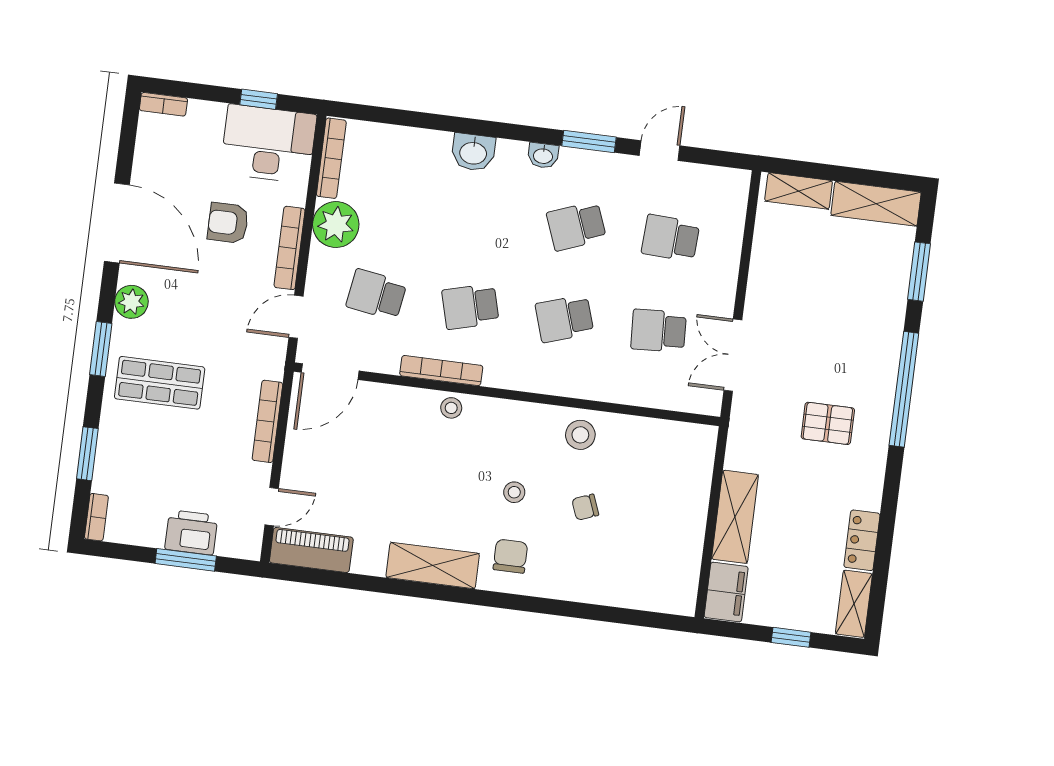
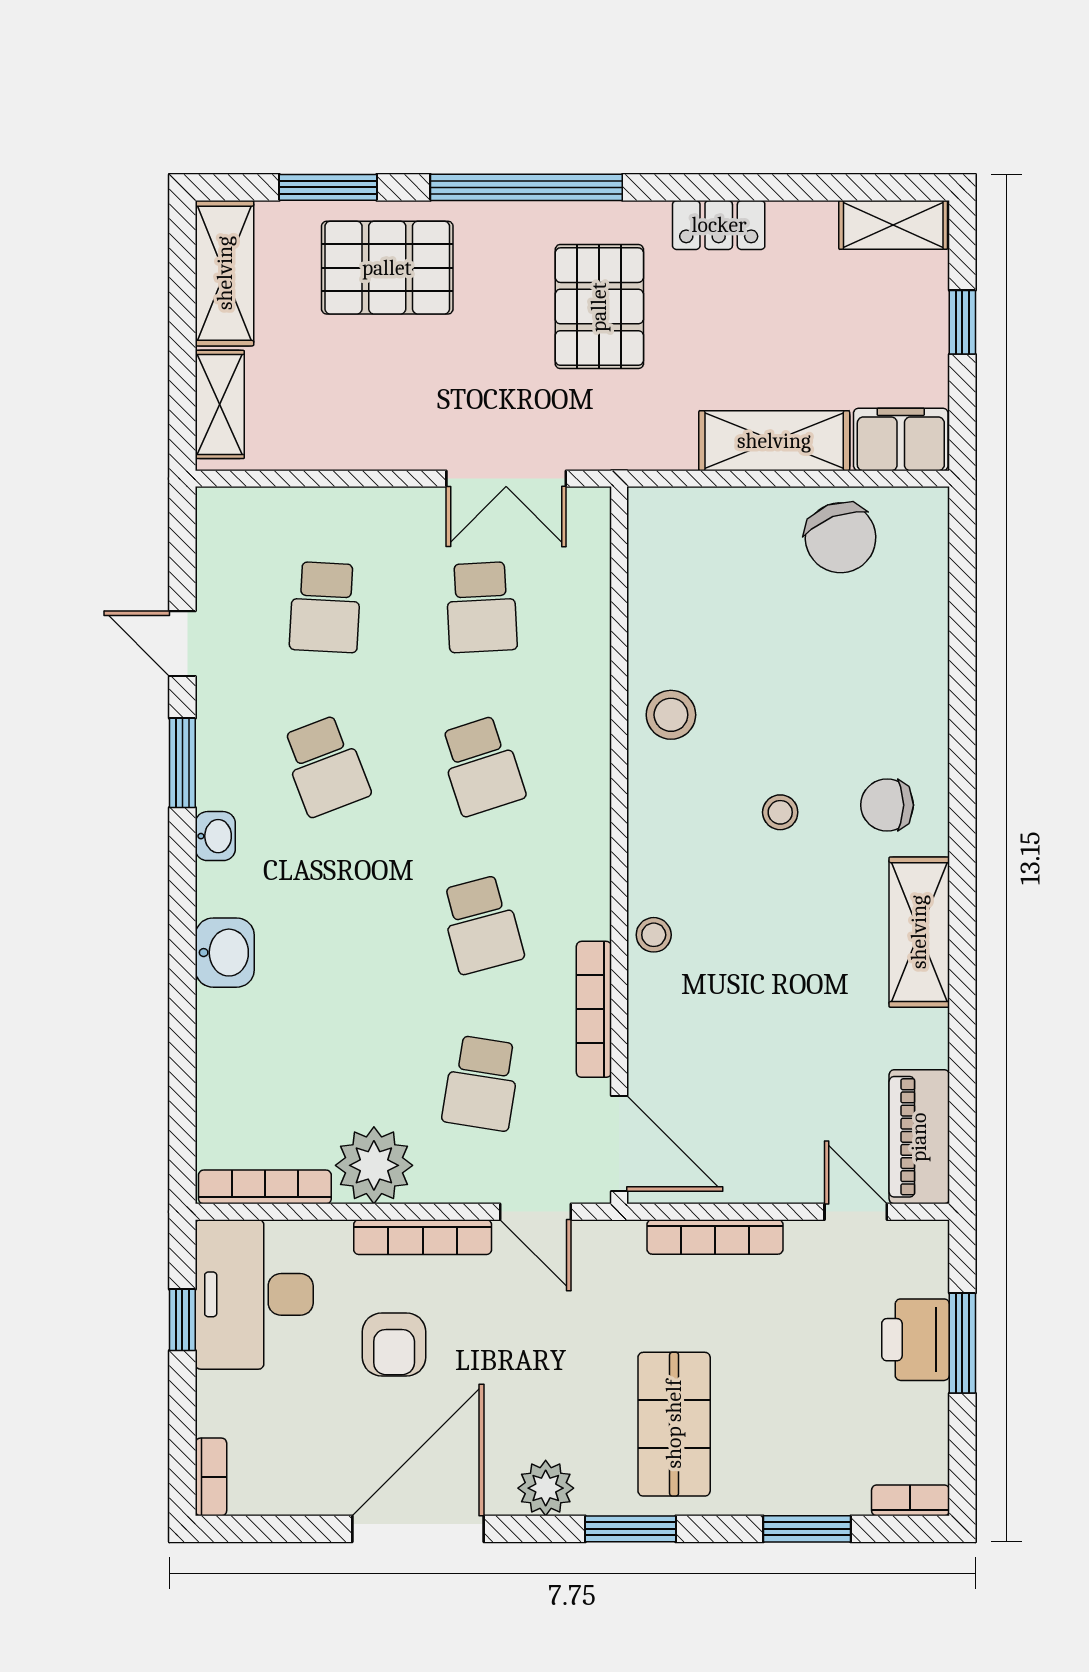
pallet: (867, 301) -> (387, 268), added
bookcase: (441, 371) -> (594, 1009), moved
pallet: (828, 423) -> (599, 307), width x1.50, depth x1.42
chair: (585, 507) -> (841, 538), moved, width x1.87, depth x1.87
locker: (862, 540) -> (719, 225), moved

